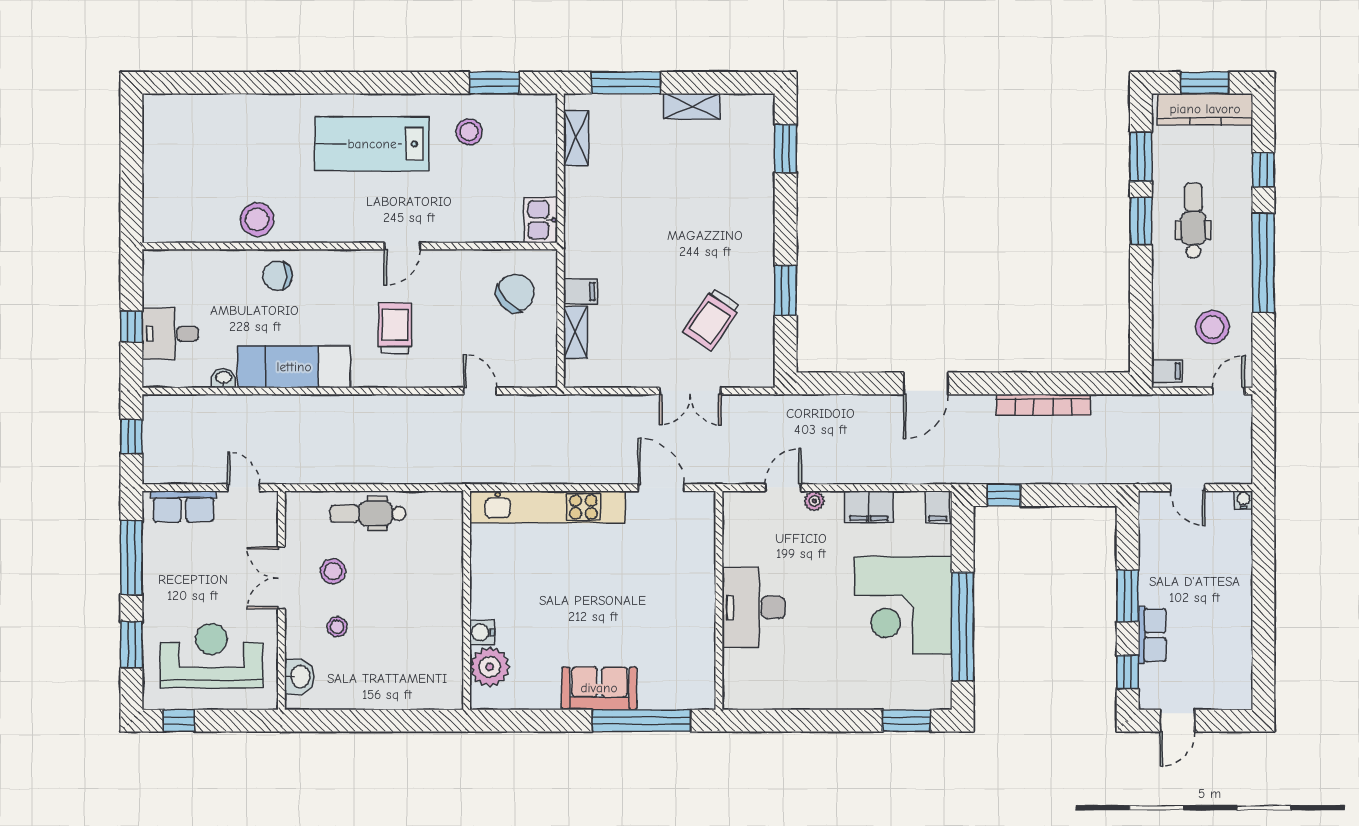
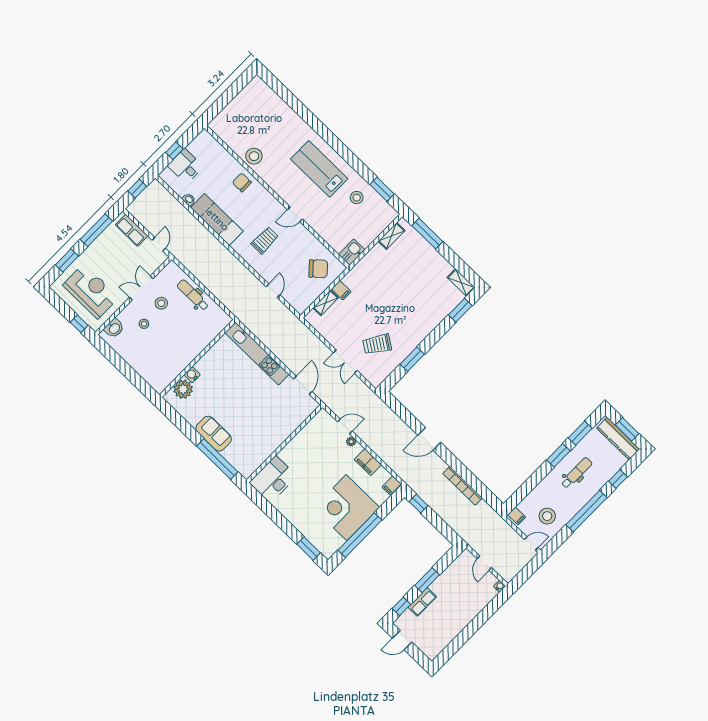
shelving: (692, 106) -> (461, 282), moved
desk: (754, 607) -> (273, 479), moved
window: (179, 721) -> (79, 324), moved

